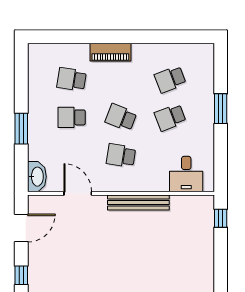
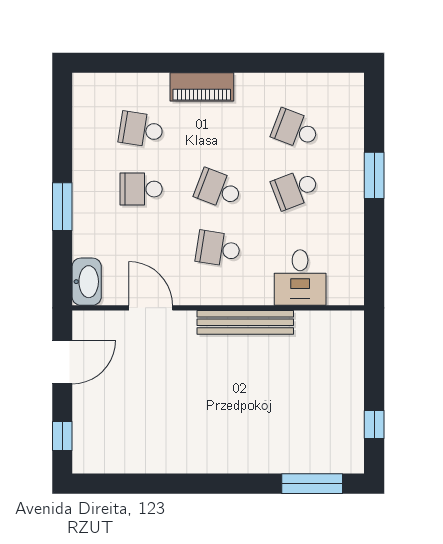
school desk: (170, 79) -> (295, 129), turned 42
desk: (186, 174) -> (300, 278), moved
window: (221, 218) -> (374, 424), moved

